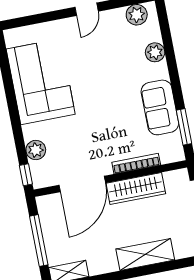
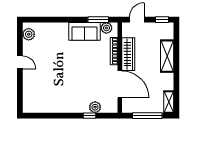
plant: (155, 52) -> (106, 28), moved
corner sofa: (41, 82) -> (56, 97), removed
window: (26, 175) -> (89, 116), moved

